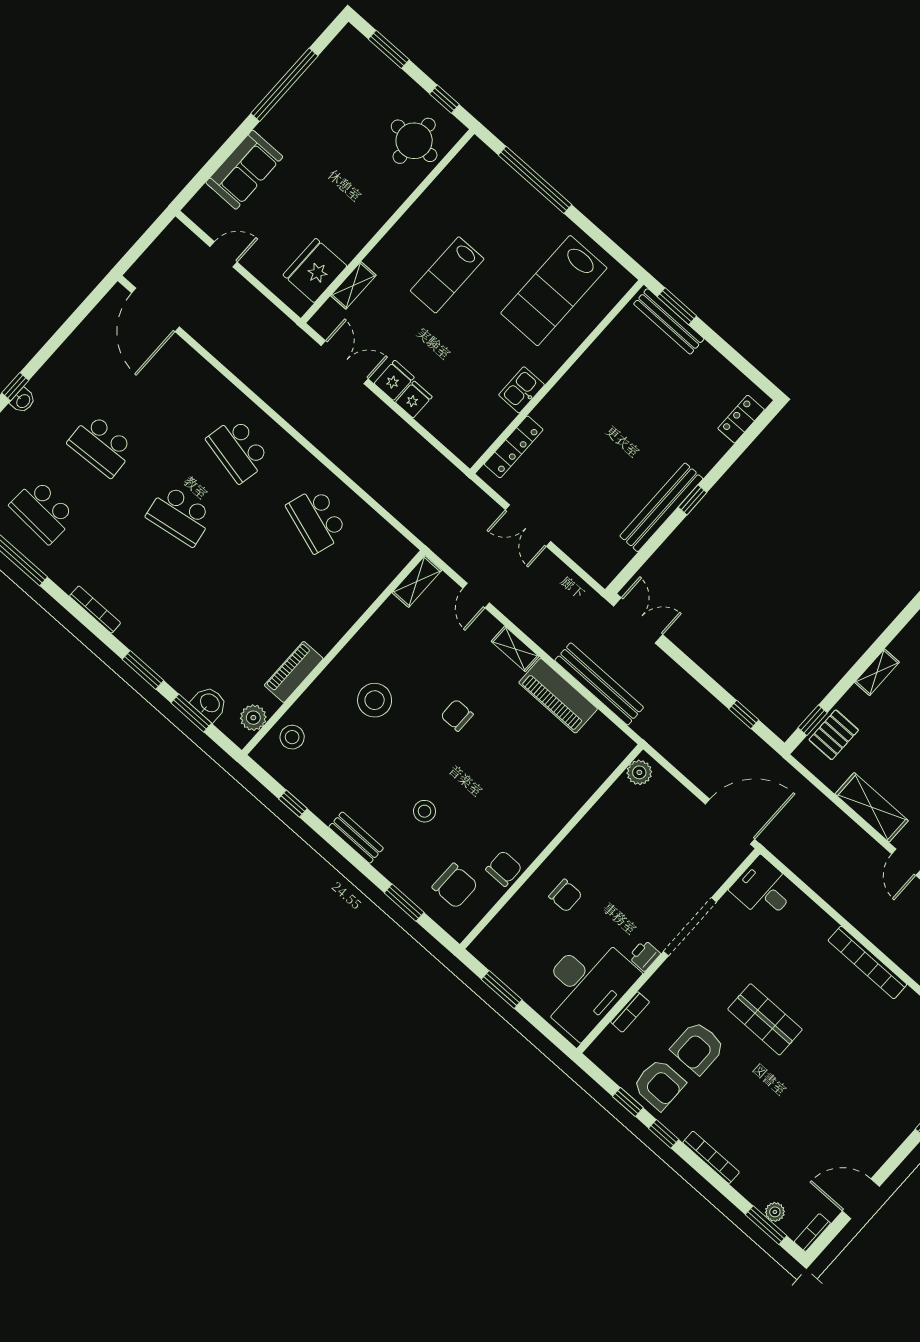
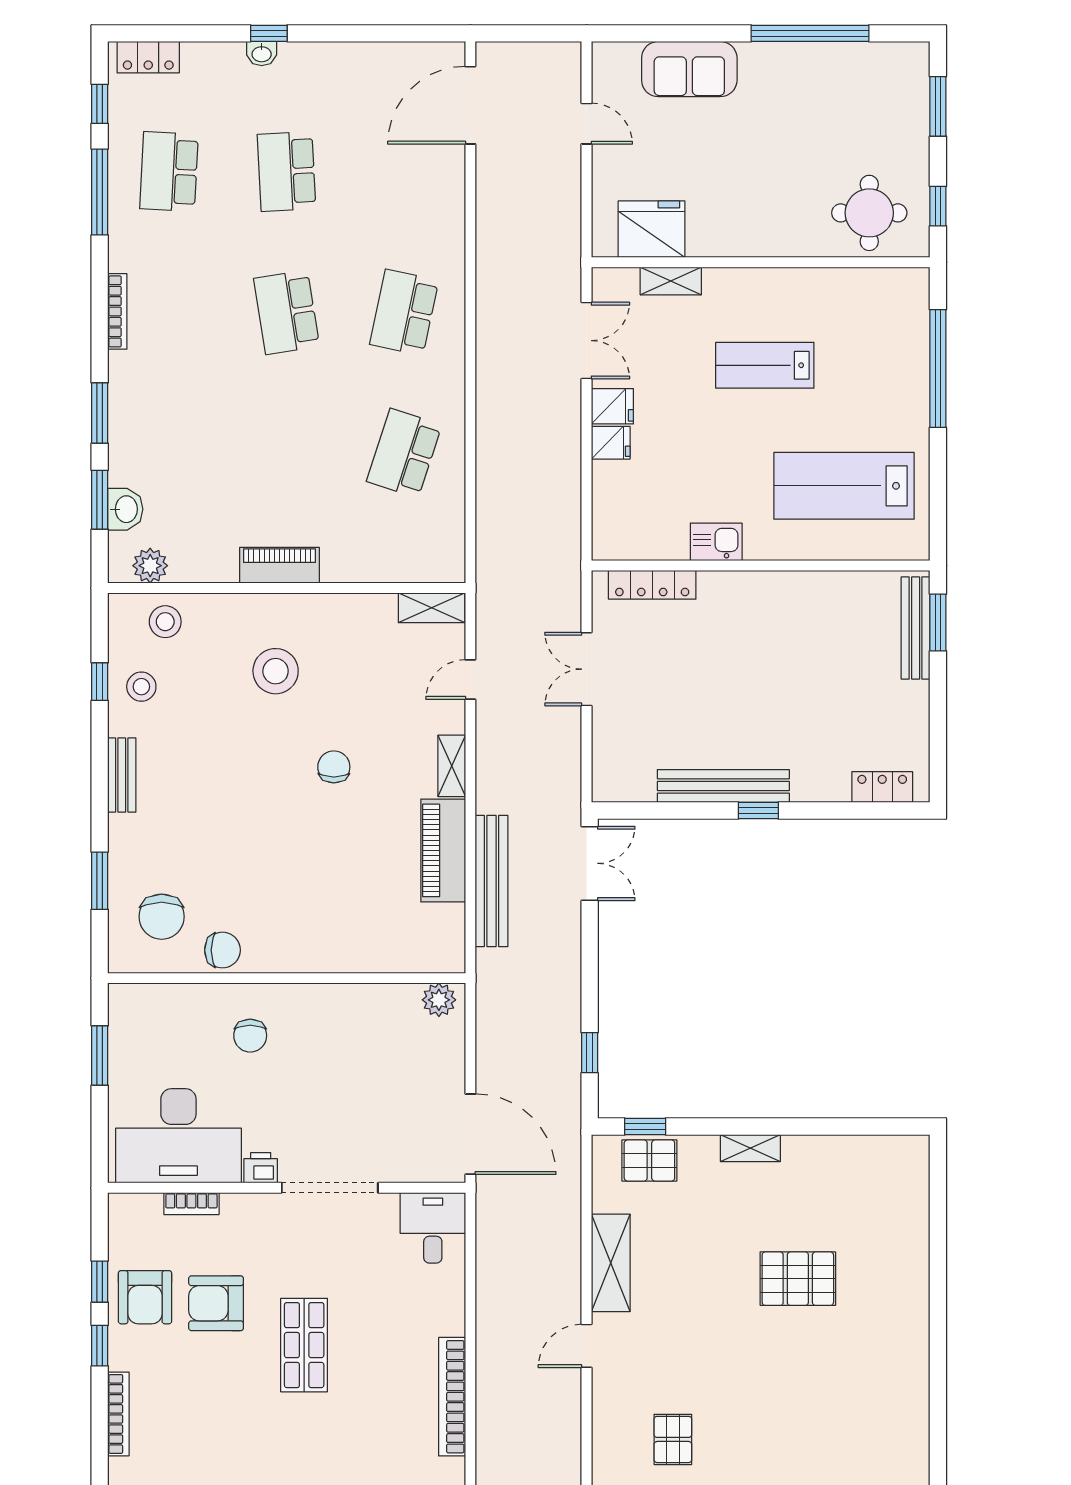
piano: (294, 672) -> (280, 565), moved
stool: (425, 811) -> (141, 687), moved

